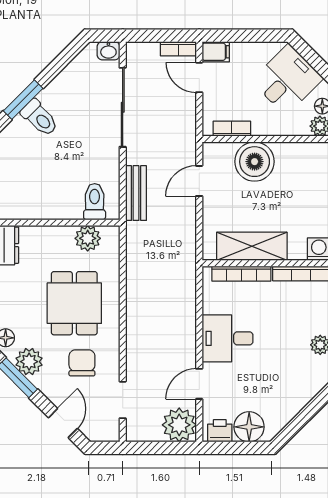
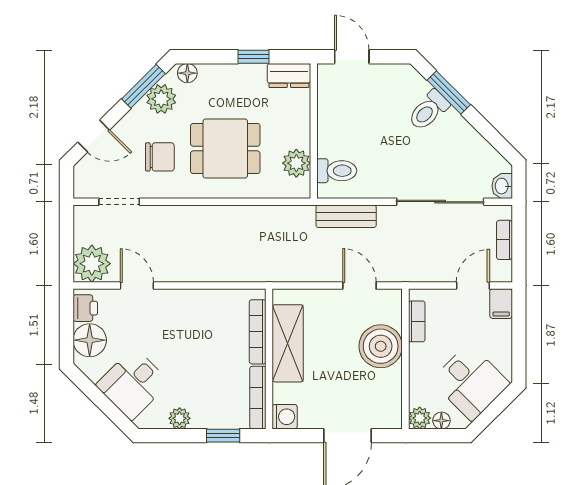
bookcase: (178, 49) -> (504, 240), moved
desk: (228, 338) -> (133, 384), moved, turned -135

